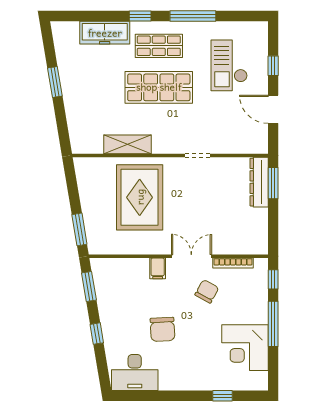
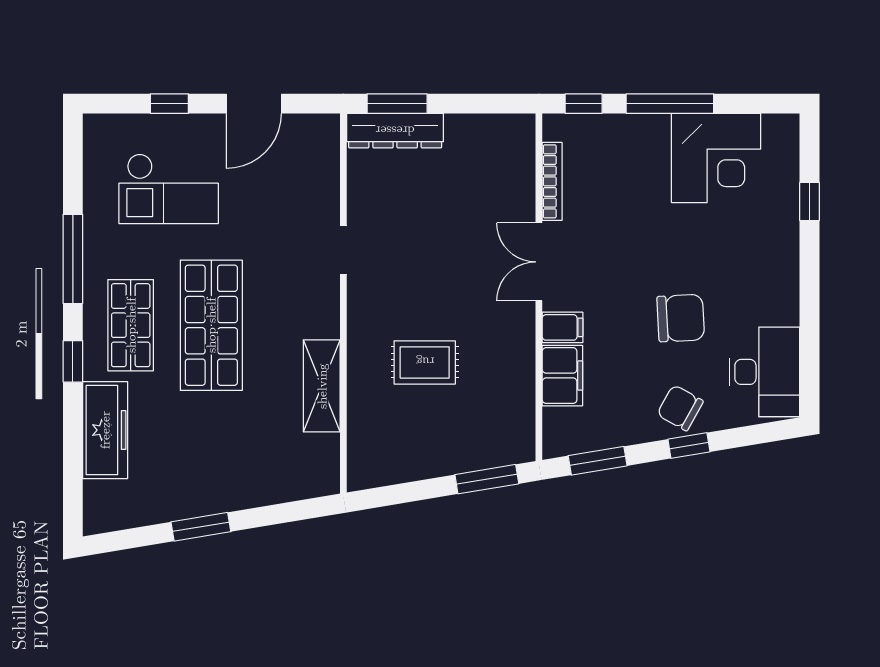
rug: (140, 197) -> (425, 362), width x0.54, depth x0.49
filing cabinet: (133, 268) -> (562, 376), added
chair: (207, 291) -> (680, 408), moved

